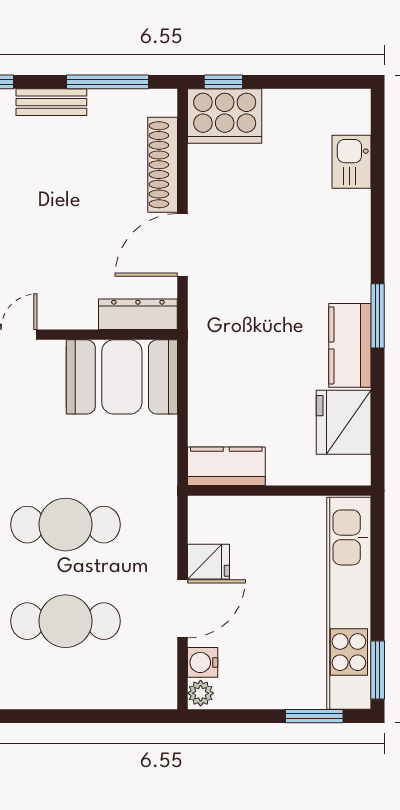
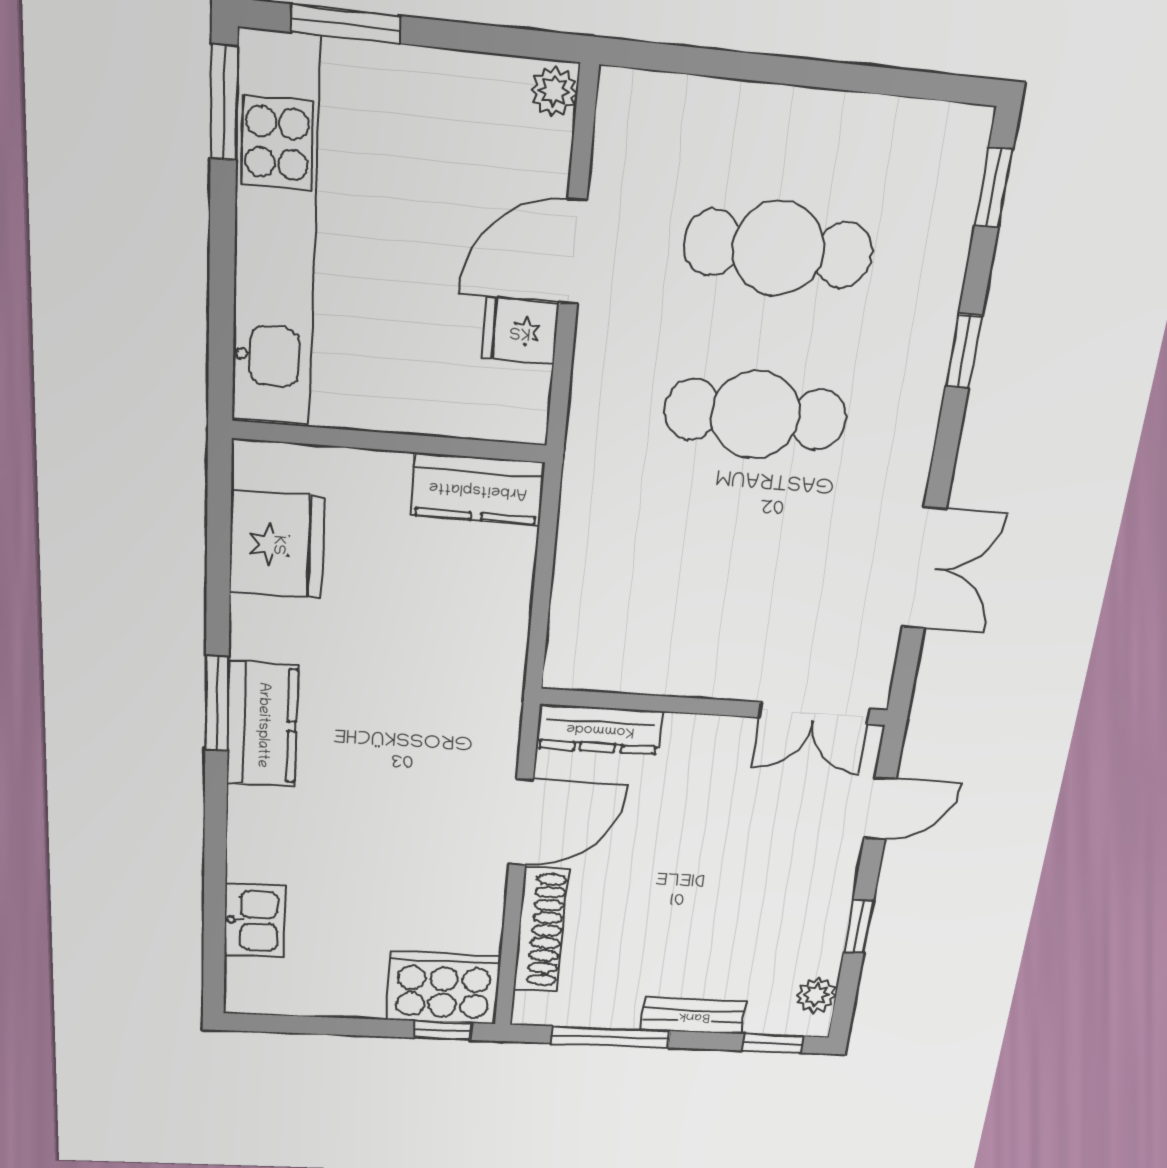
kitchen counter: (350, 345) -> (262, 725), moved
booth: (122, 377) -> (635, 639), removed
water cooler: (203, 662) -> (545, 150), removed

